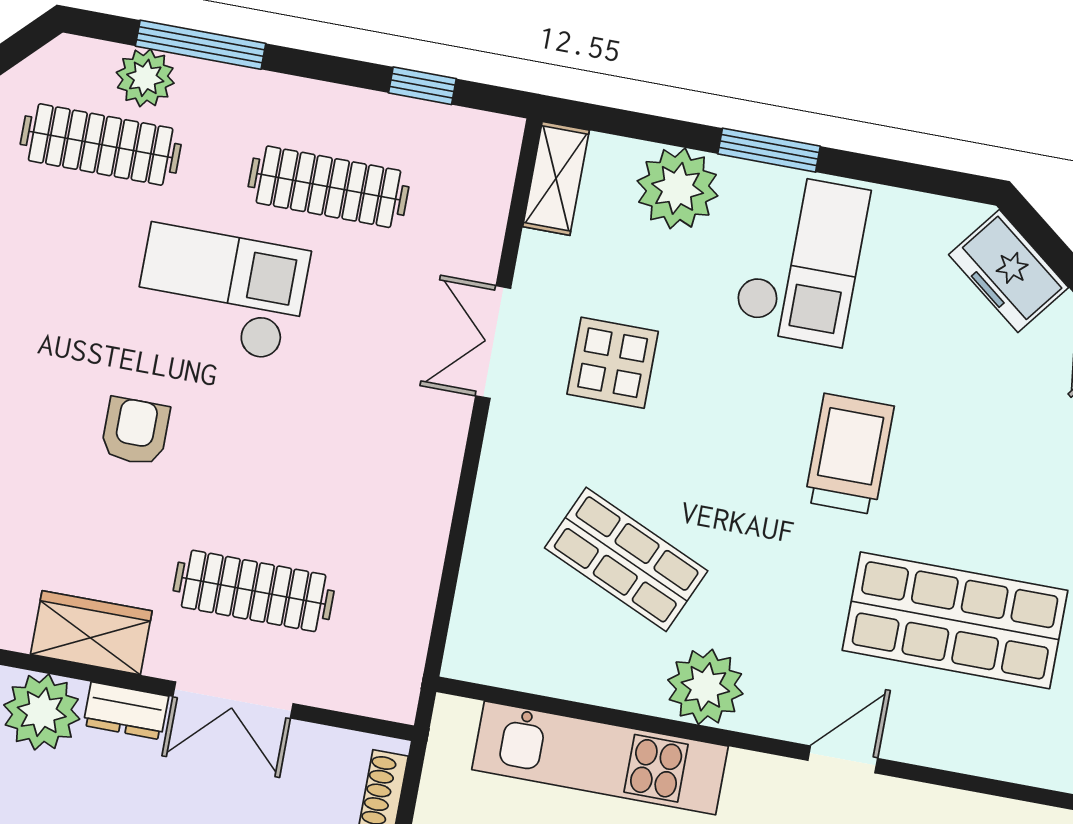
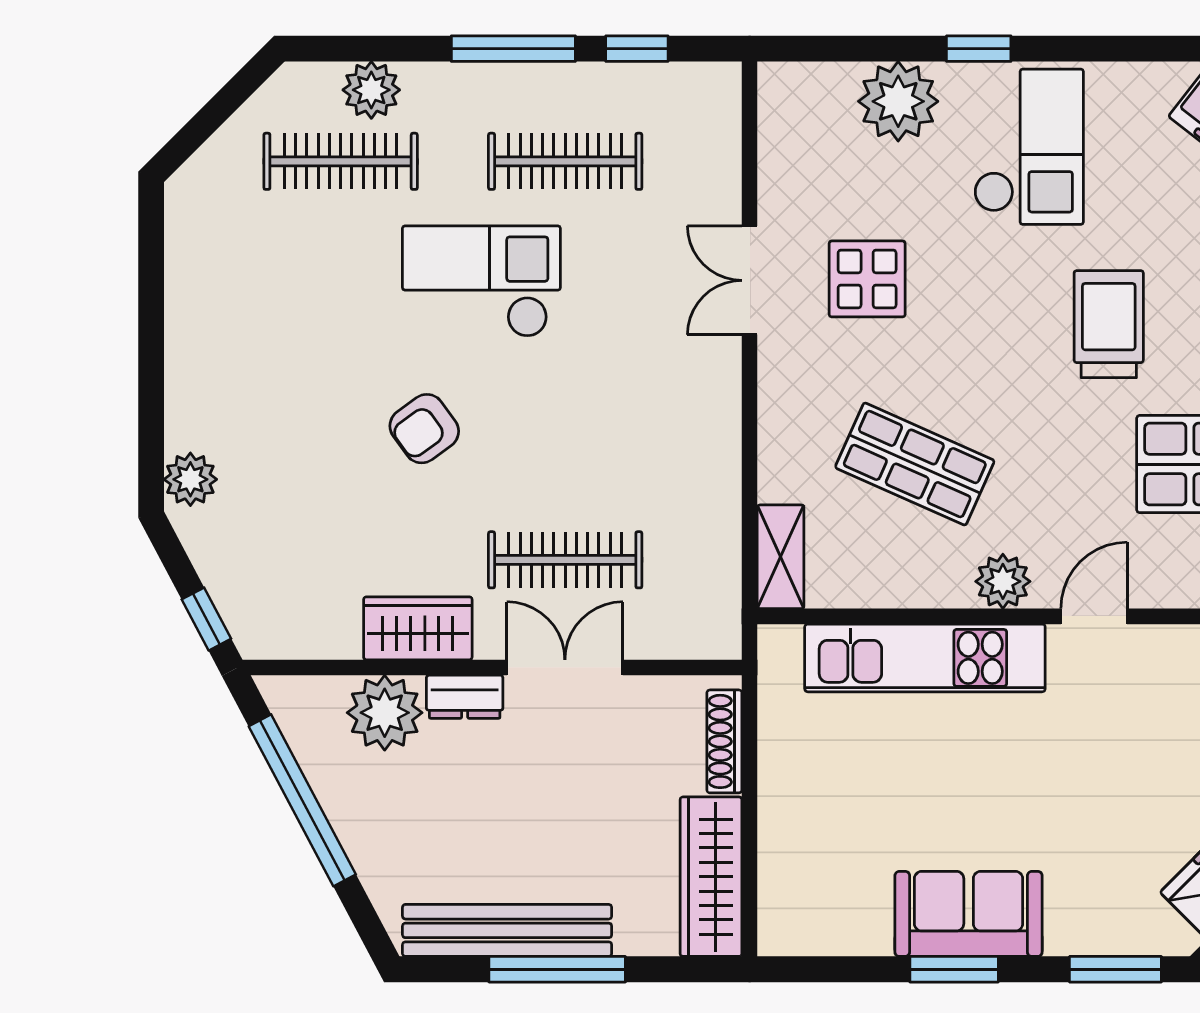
window: (201, 45) -> (513, 49), moved
window: (769, 150) -> (979, 49), width x0.67
shelving: (556, 178) -> (781, 557), moved
armchair: (135, 431) -> (424, 429), turned -126
plant: (705, 687) -> (1003, 581), width x0.73, depth x0.73
double door: (233, 700) -> (565, 667), swing flipped
door: (843, 759) -> (1094, 616), moved

